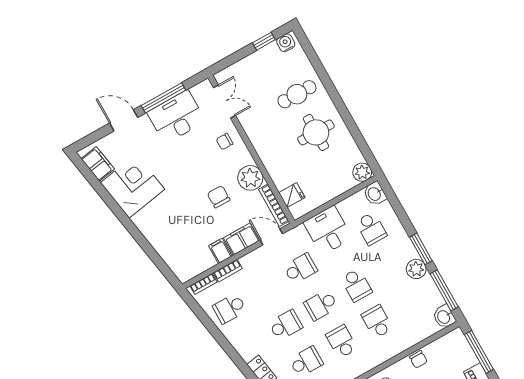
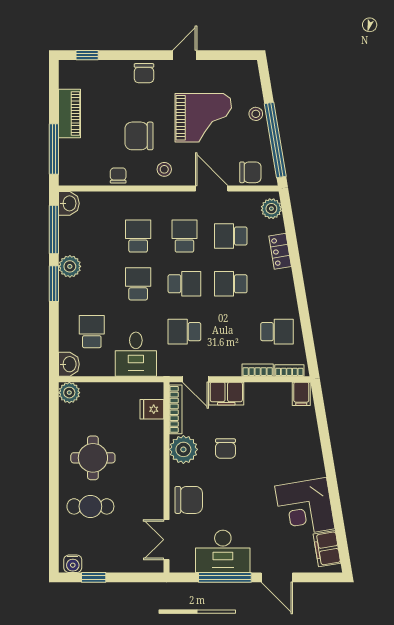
chair: (225, 142) -> (189, 500), width x1.87, depth x1.87
filing cabinet: (220, 251) -> (301, 394), moved
school desk: (377, 322) -> (138, 236), turned 180
school desk: (342, 342) -> (184, 236), turned 180

